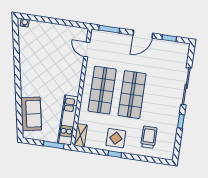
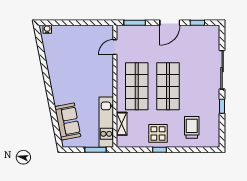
door: (87, 50) -> (115, 47), hinge flipped
shelving: (81, 135) -> (122, 124), moved

